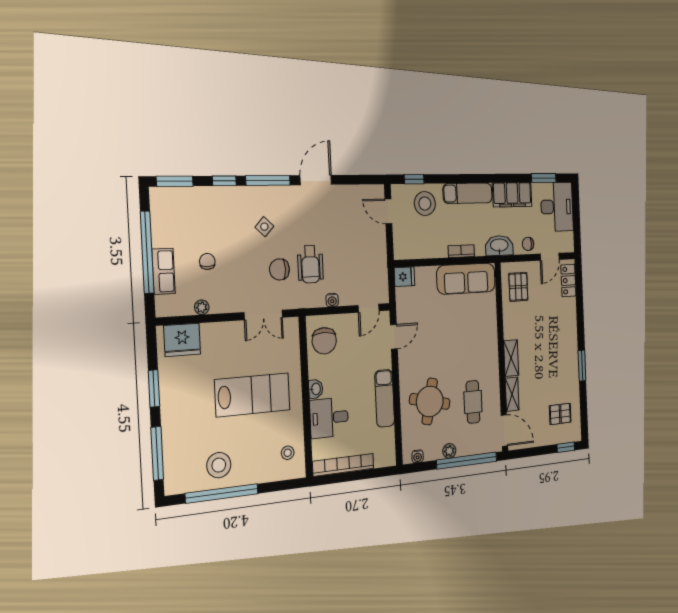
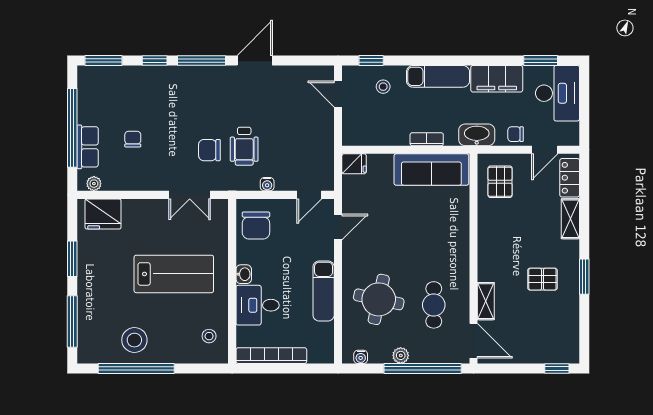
stool: (425, 204) -> (383, 87), width x0.53, depth x0.53
side table: (264, 227) -> (195, 107), removed
plant: (202, 307) -> (94, 184), moved
shelving: (511, 358) -> (570, 219), moved
pallet: (560, 414) -> (542, 279), moved

